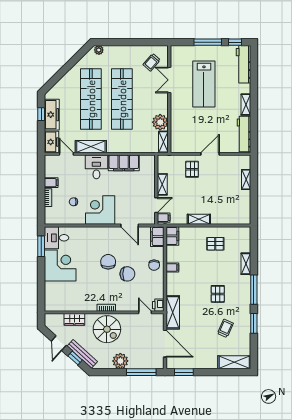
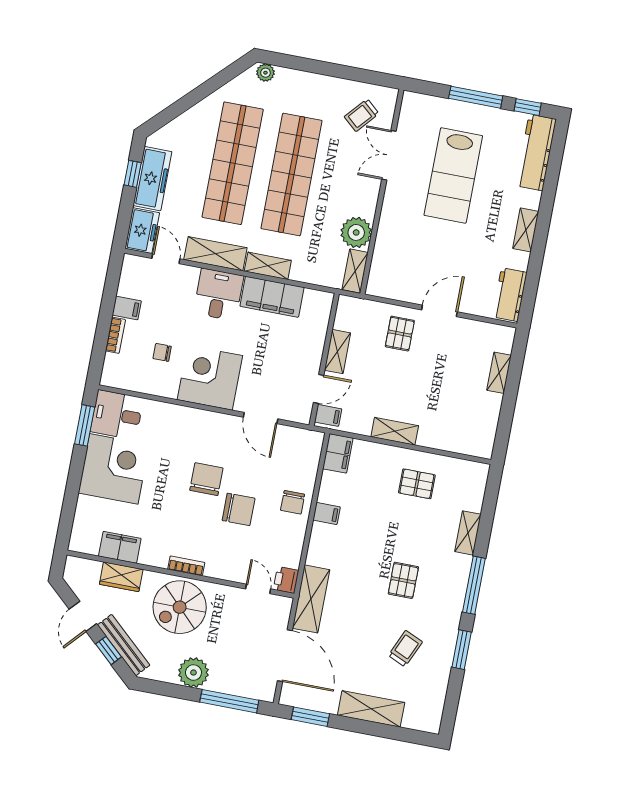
workbench: (244, 134) -> (510, 295), width x0.73
shelving: (119, 148) -> (268, 266), added
filing cabinet: (157, 237) -> (120, 547), moved, turned 90
spiral stairs: (107, 329) -> (180, 607), turned 90
shelving: (234, 362) -> (371, 709), moved

